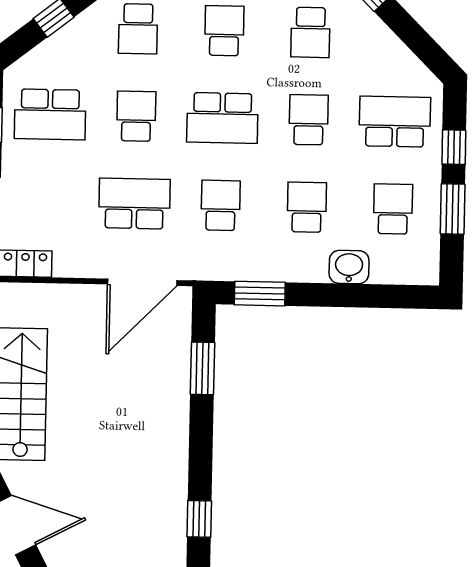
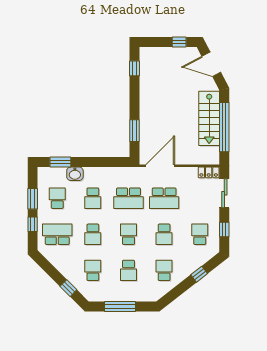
school desk: (50, 114) -> (200, 234), width x0.54
school desk: (222, 118) -> (128, 234), width x0.54
school desk: (395, 122) -> (57, 234), turned 180
school desk: (221, 205) -> (128, 198), width x1.85
school desk: (393, 209) -> (57, 198), turned 180
window: (260, 294) -> (60, 162), moved

